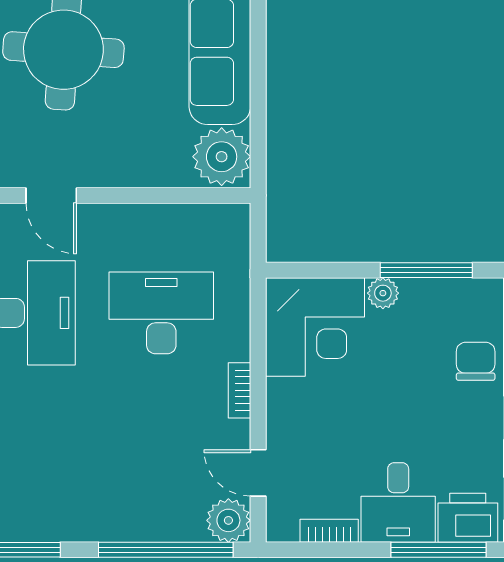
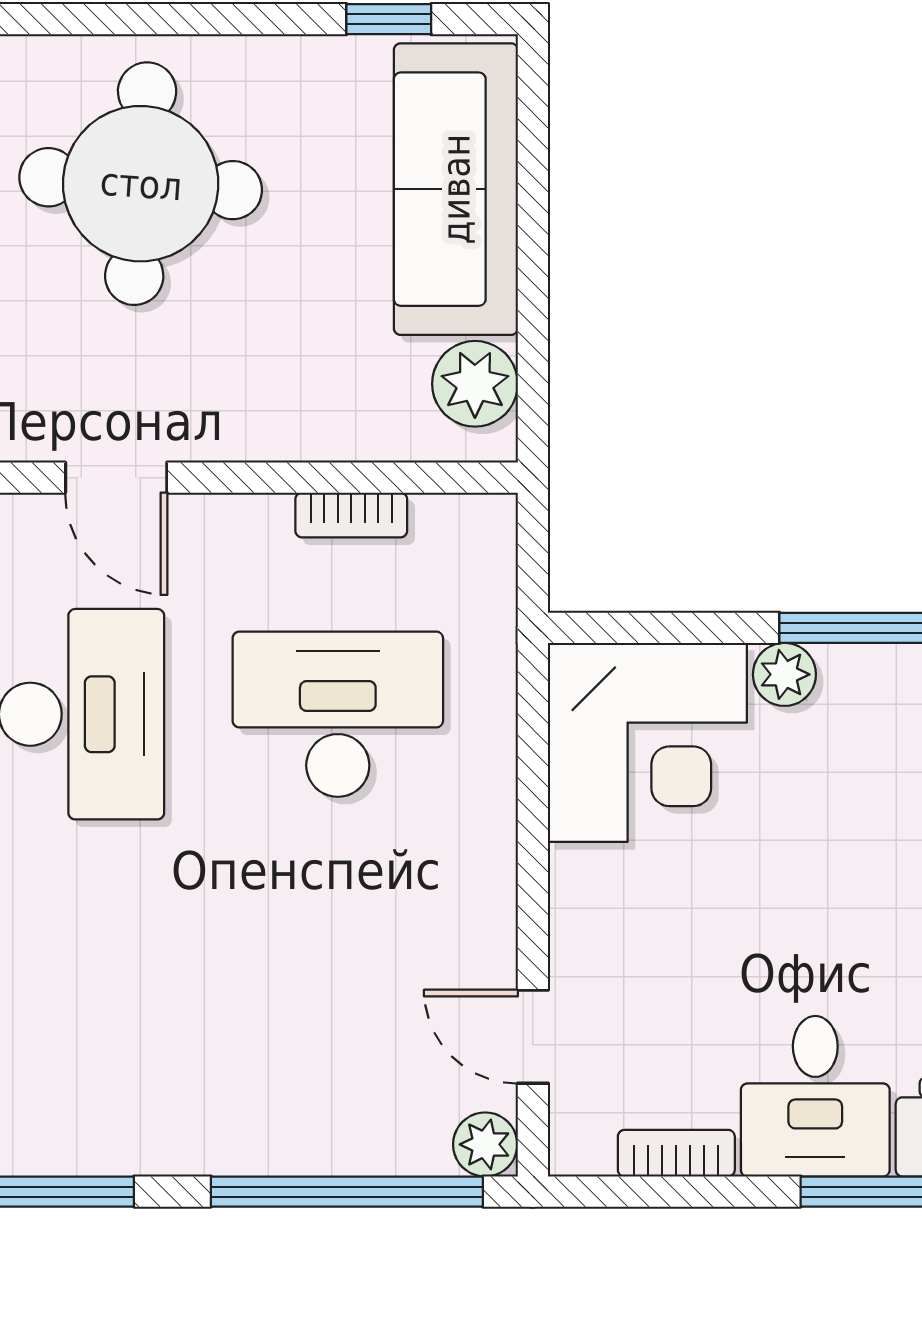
plant: (222, 157) -> (475, 384), width x0.73, depth x0.73
bookcase: (239, 390) -> (351, 515), moved, turned -90
plant: (228, 520) -> (485, 1144), width x0.73, depth x0.73

